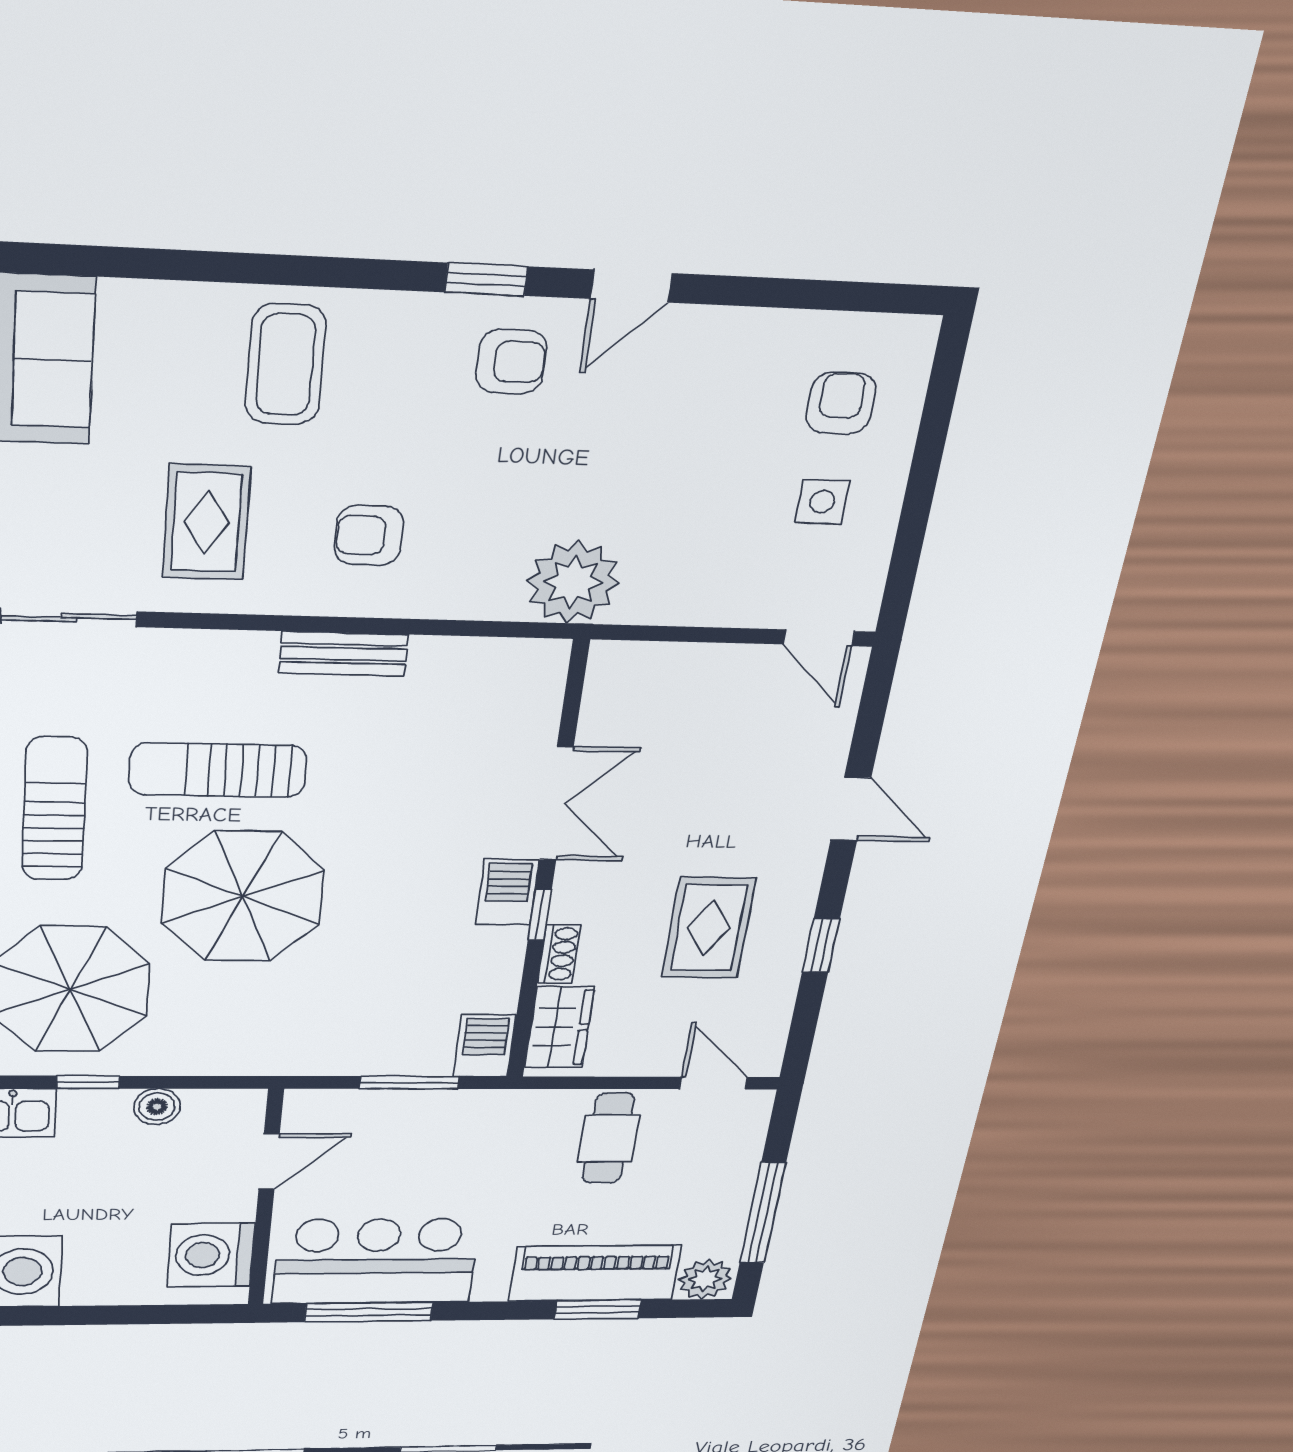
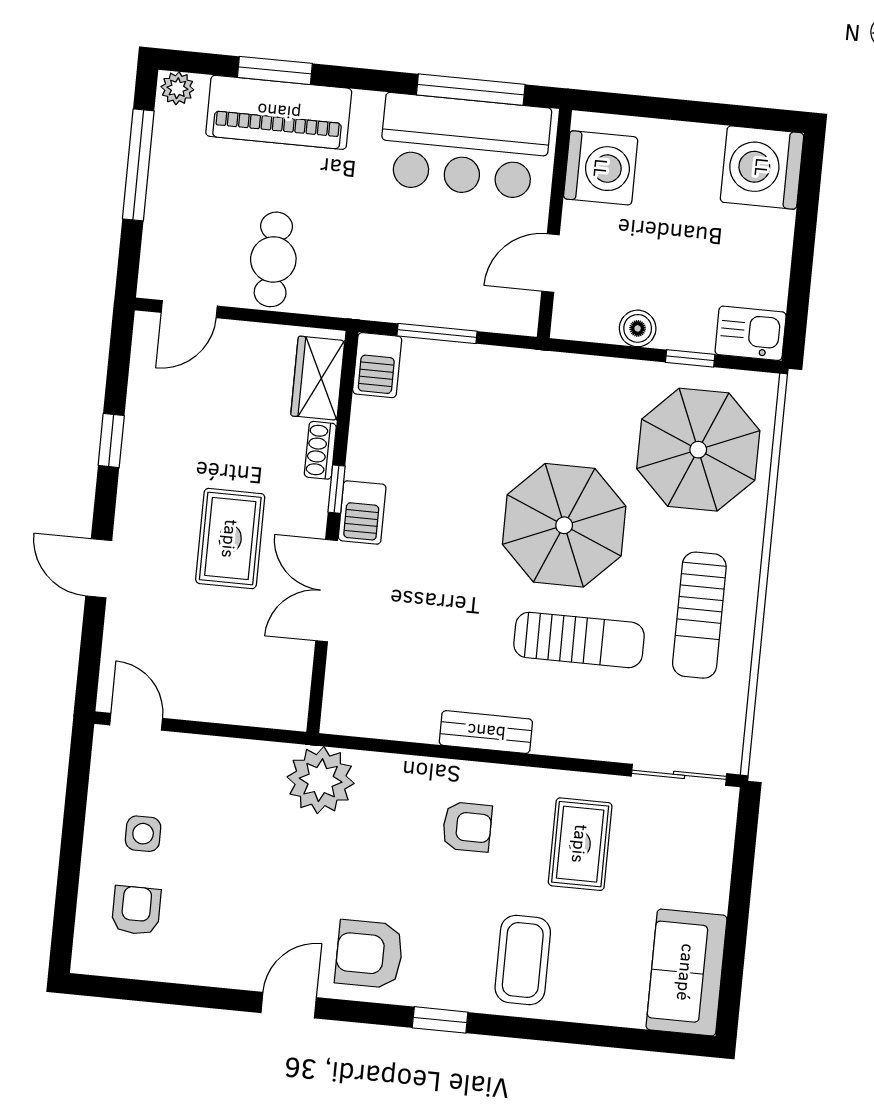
window: (486, 279) -> (440, 1020), moved
armchair: (511, 362) -> (369, 954), width x1.38, depth x1.38
armchair: (841, 403) -> (136, 910), turned 180
rug: (709, 928) -> (230, 539), moved
door: (713, 1083) -> (189, 309), hinge flipped
plant: (705, 1279) -> (177, 88), width x0.73, depth x0.73

